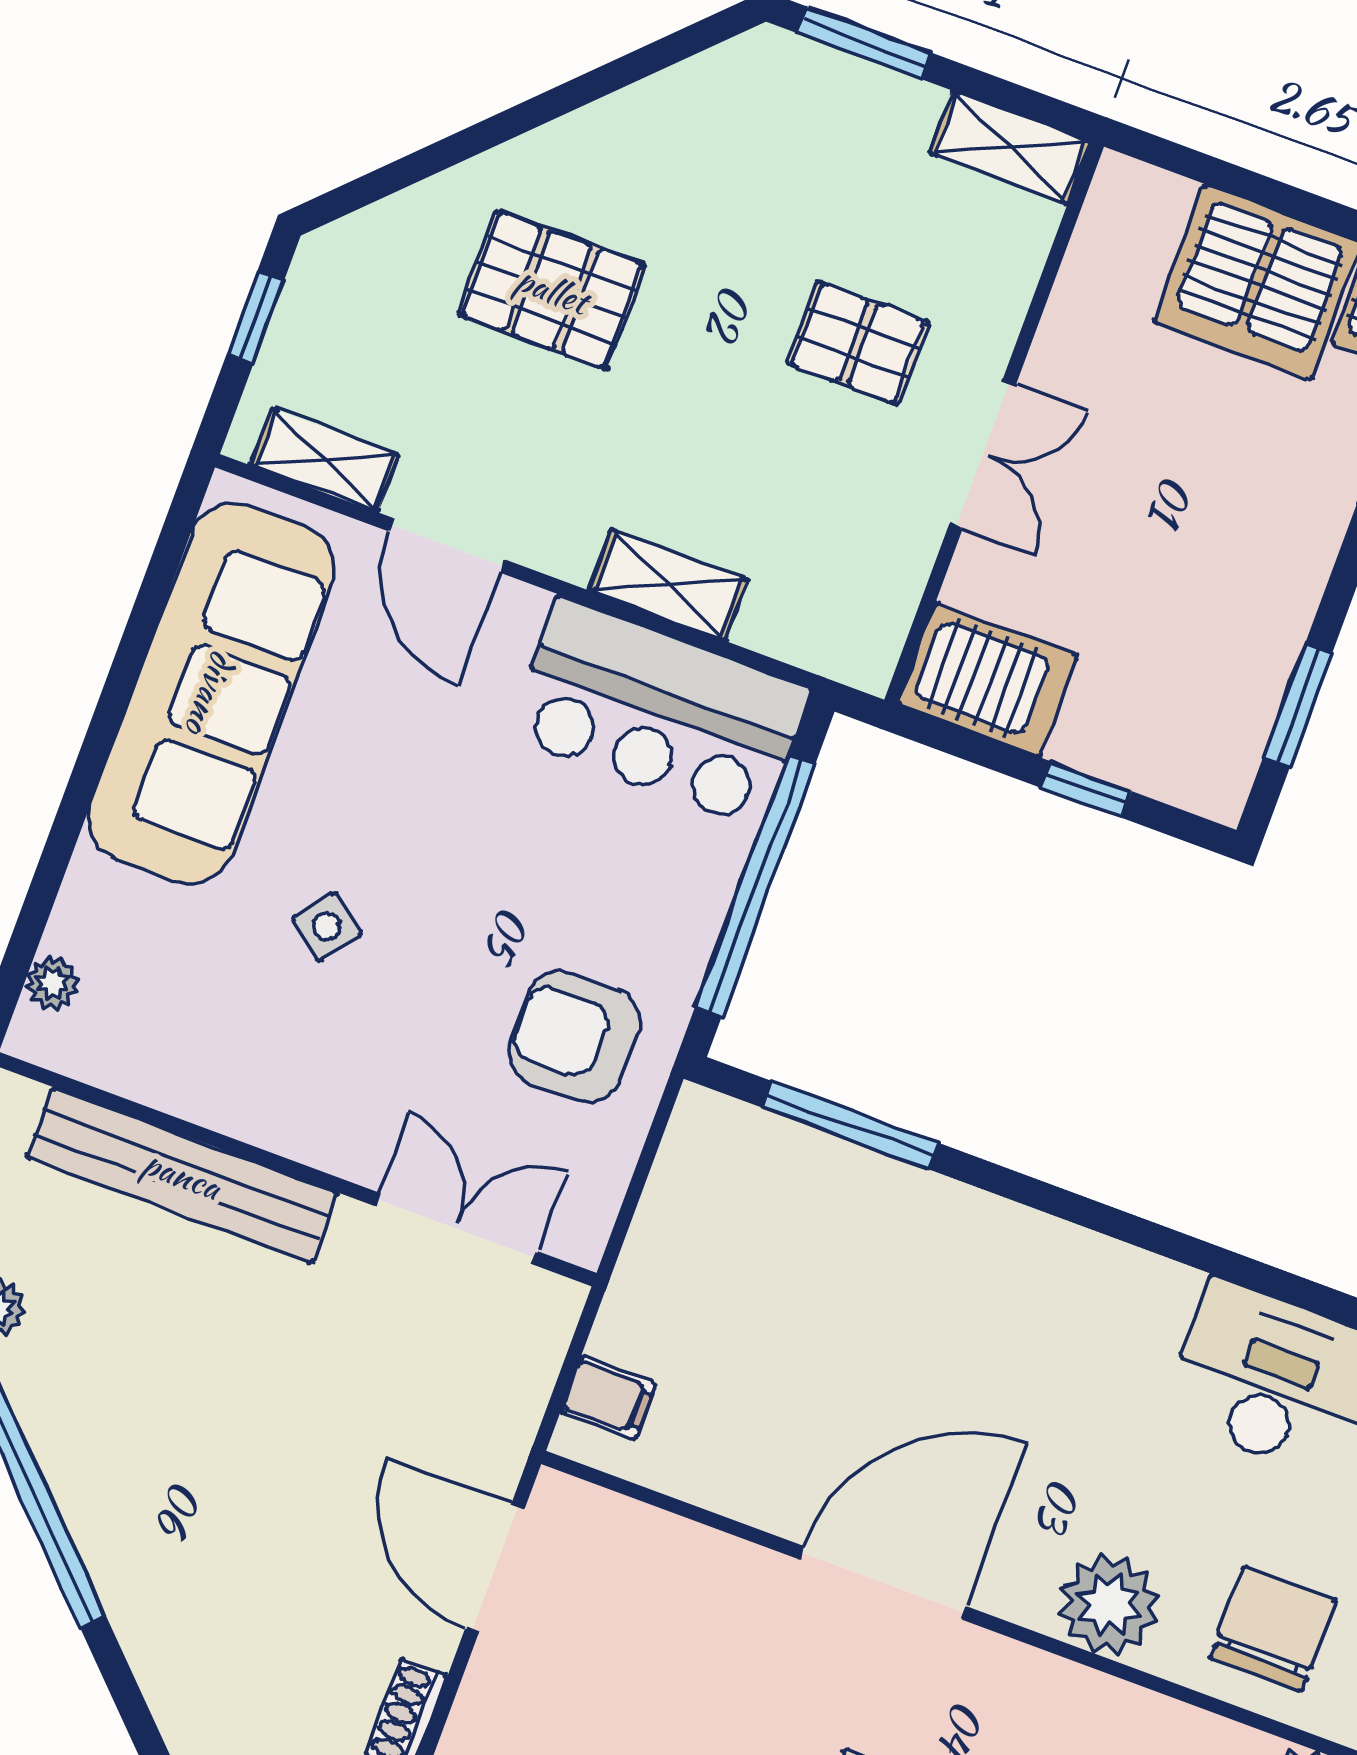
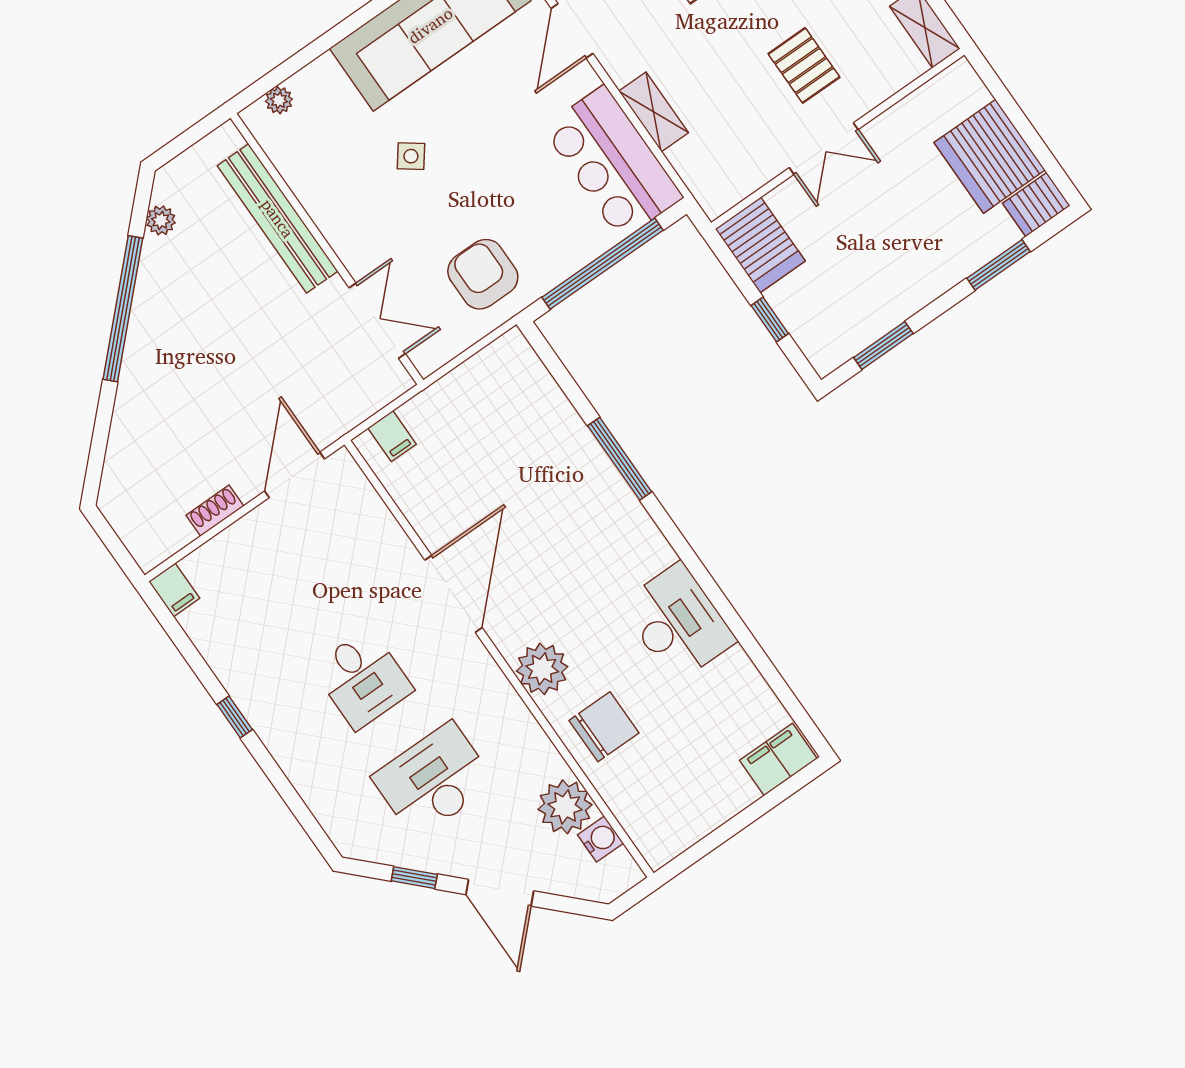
window: (850, 1125) -> (620, 459), moved
door: (883, 1583) -> (454, 594), hinge flipped

